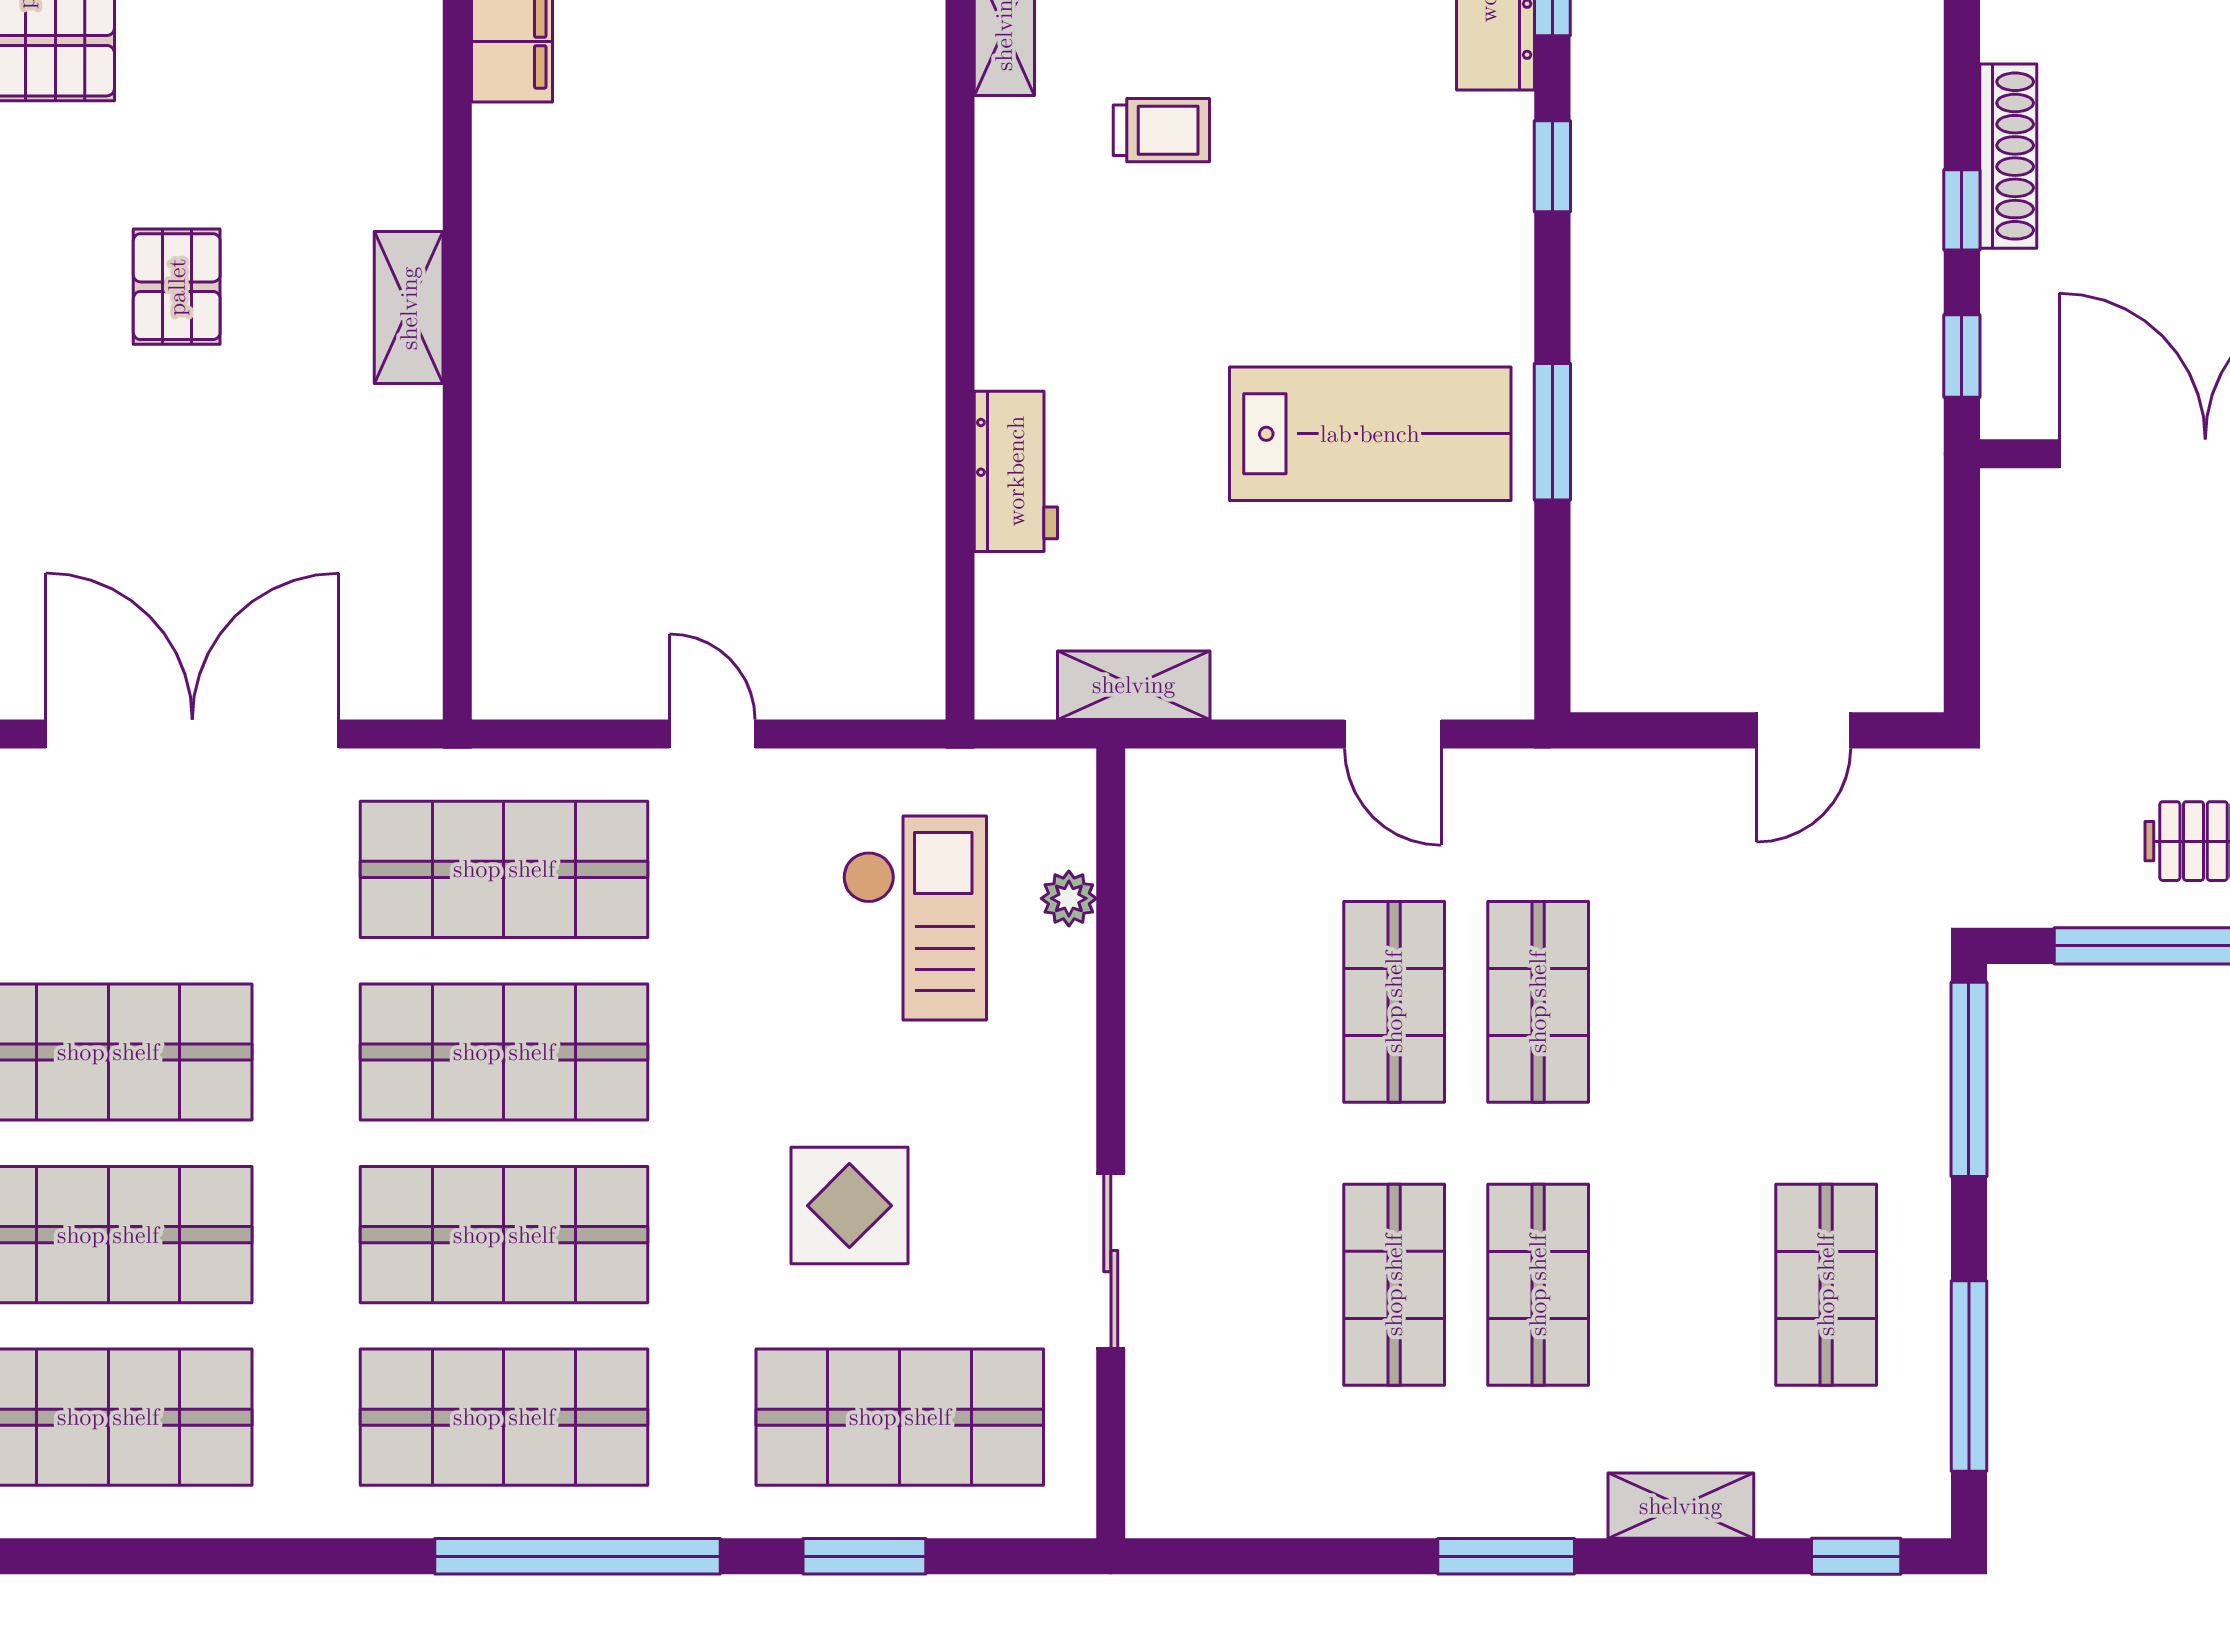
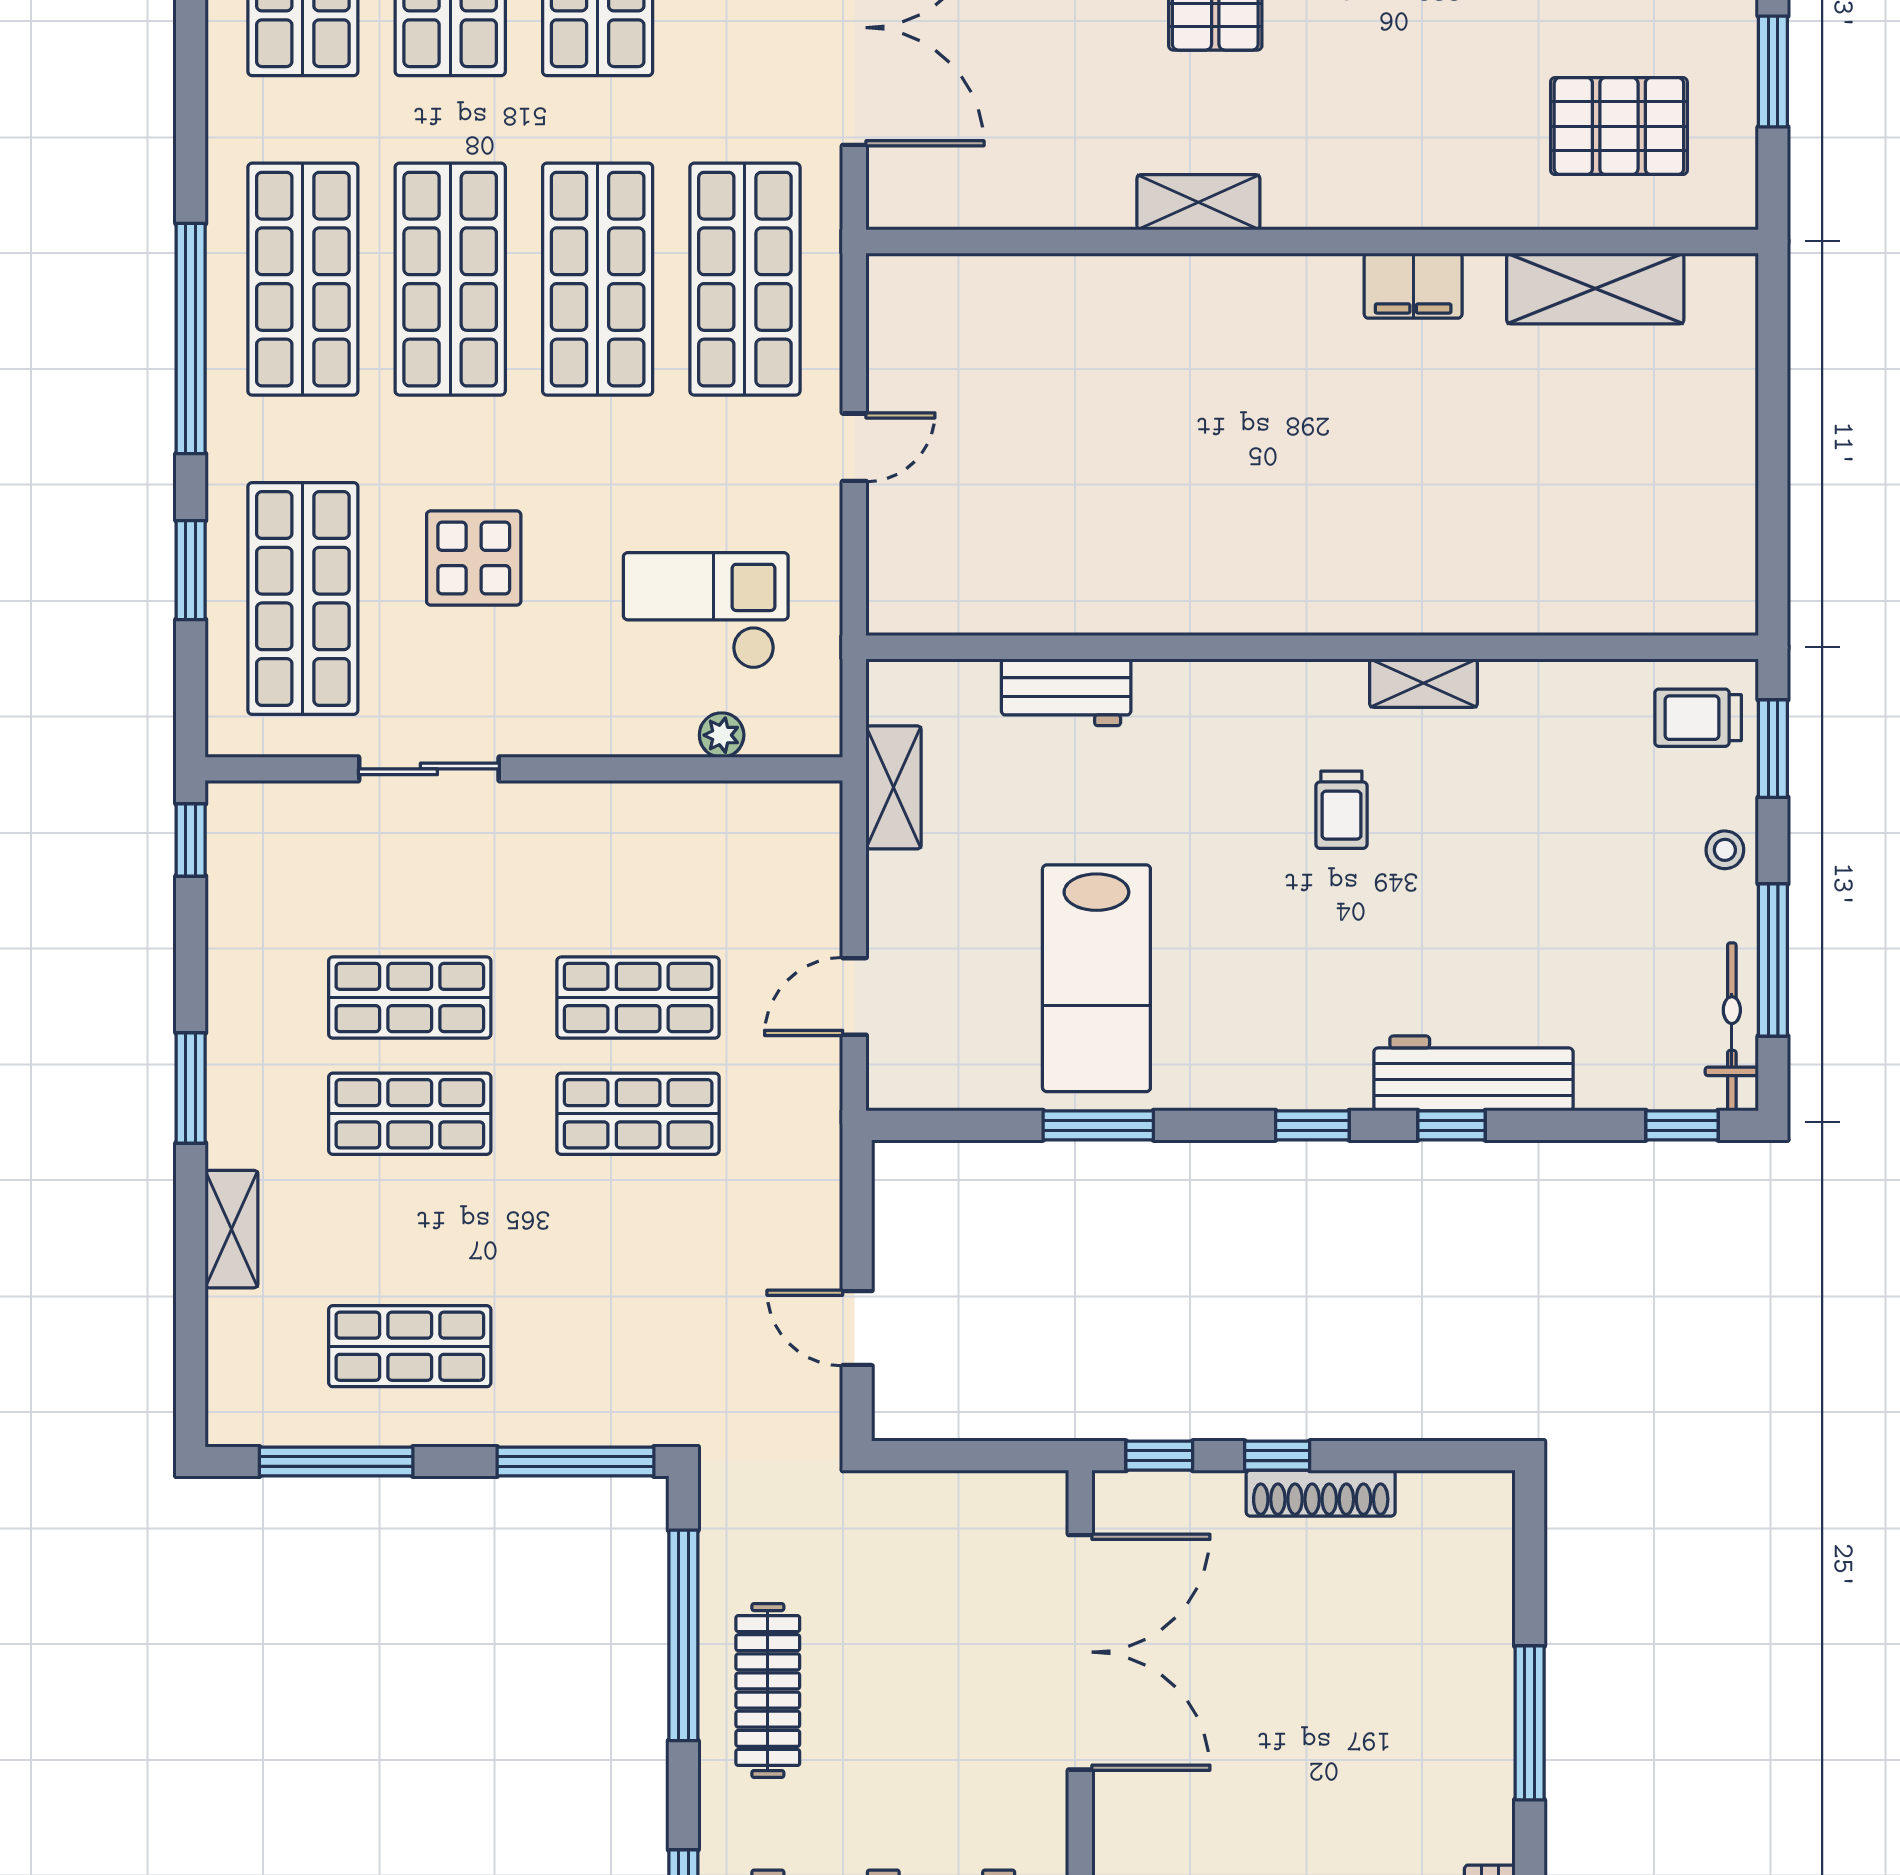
checkout: (915, 918) -> (706, 611), turned 180
window: (1856, 1556) -> (191, 840), moved

